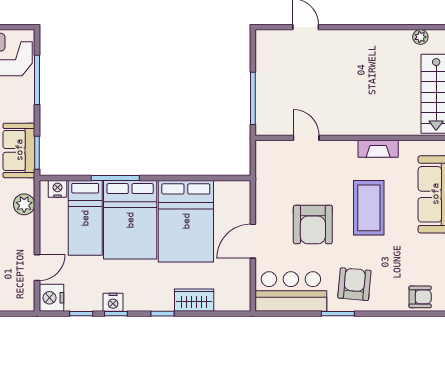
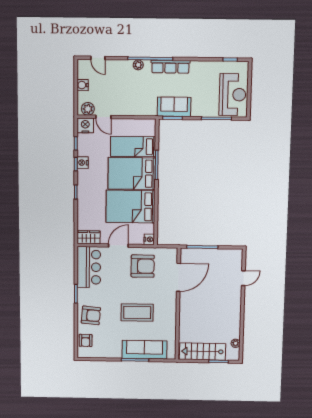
door: (306, 138) -> (178, 277), width x1.87
fireplace: (378, 149) -> (171, 318), removed
nightstand: (58, 189) -> (149, 239), moved
plant: (24, 204) -> (88, 109), moved
armchair: (313, 224) -> (143, 266), moved, turned 180
door: (253, 241) -> (118, 246), hinge flipped
armchair: (354, 284) -> (91, 315), moved
wardrobe: (194, 300) -> (89, 237), moved, turned -90

